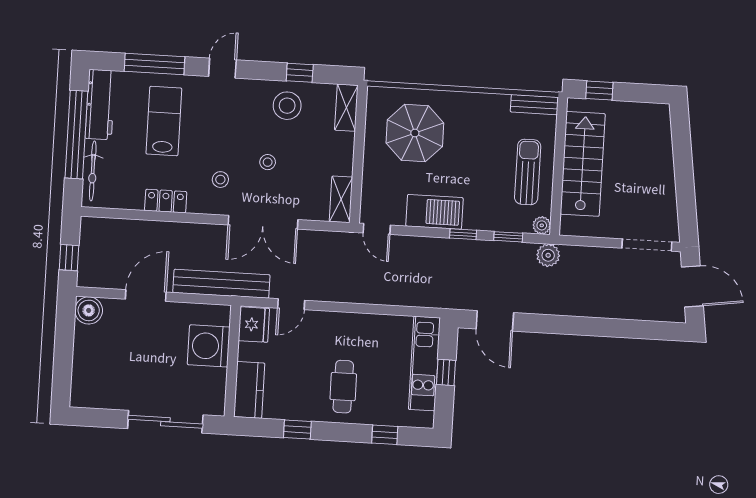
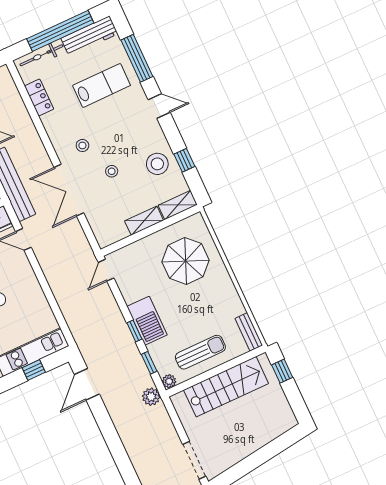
shelving: (341, 199) -> (144, 221), moved
locker: (166, 201) -> (39, 97), moved
barbecue: (434, 212) -> (147, 321), moved

